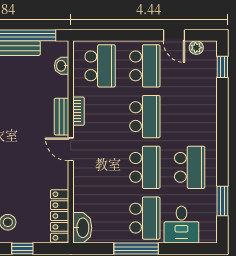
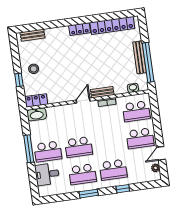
window: (222, 67) -> (123, 189), moved
school desk: (145, 117) -> (113, 170), moved
window: (222, 201) -> (89, 194), moved
locker: (60, 216) -> (36, 100), width x0.66

